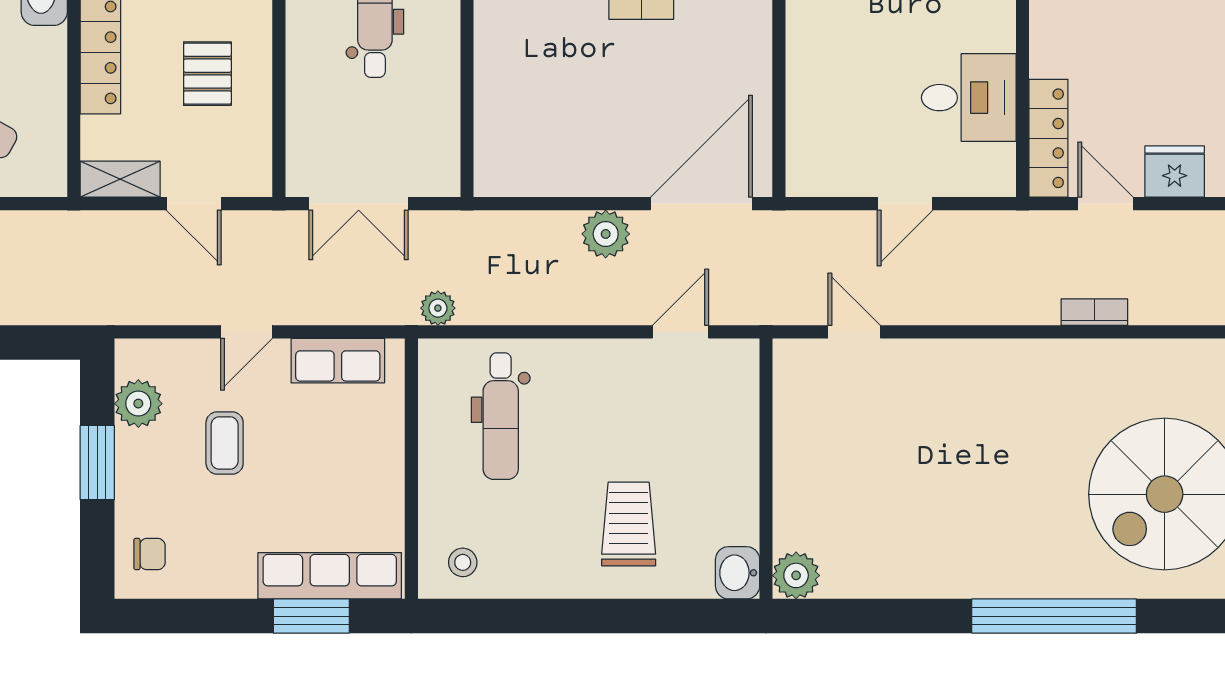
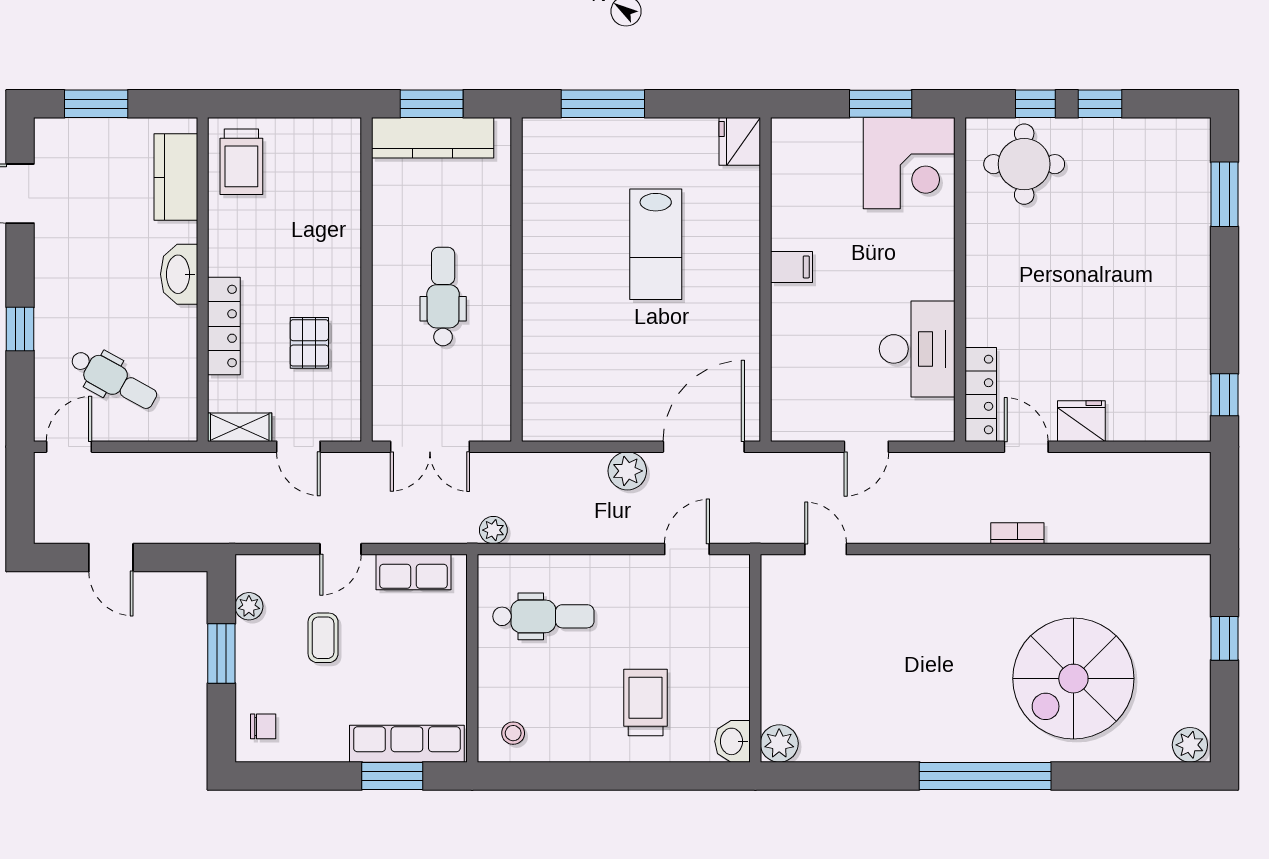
desk: (969, 98) -> (917, 349), width x1.37
plant: (138, 404) -> (249, 606), width x0.73, depth x0.73
dental chair: (501, 416) -> (543, 616), turned -90

